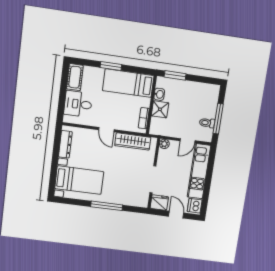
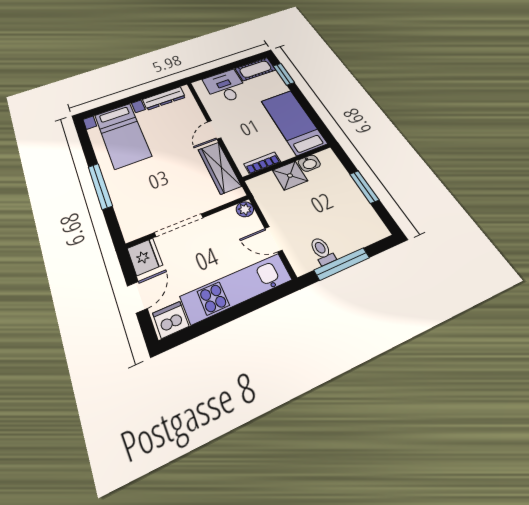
window: (111, 66) -> (284, 74), moved
window: (175, 75) -> (364, 187), moved

